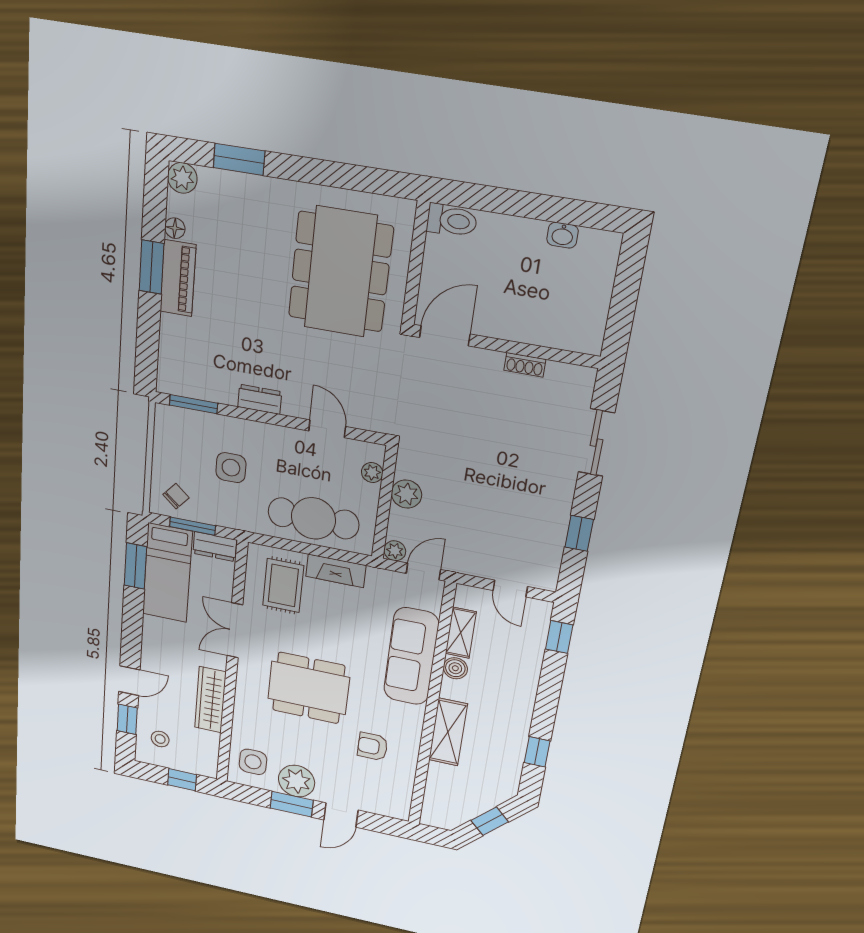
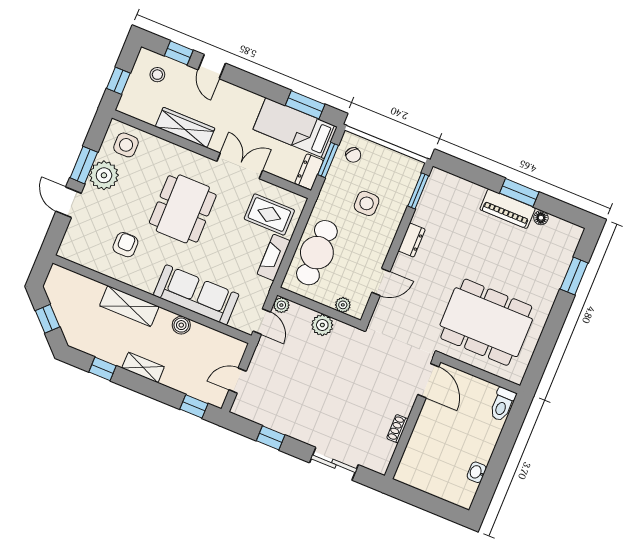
plant: (182, 178) -> (572, 234), removed
shelving: (461, 633) -> (143, 367), moved

